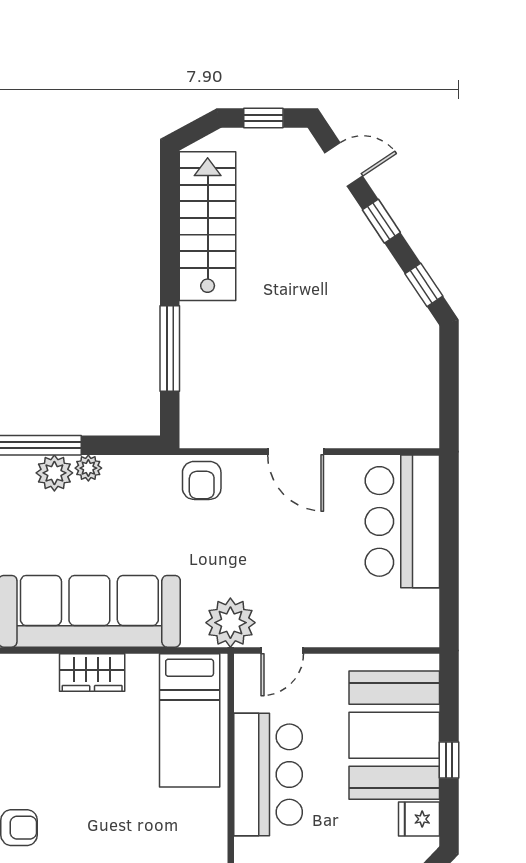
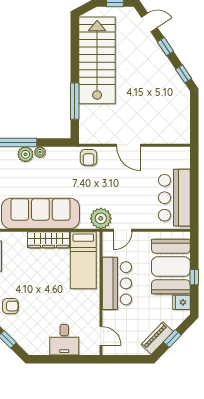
stairs: (208, 226) -> (97, 60), width x1.36, depth x1.51
bar counter: (402, 521) -> (174, 198), moved
wardrobe: (92, 673) -> (49, 240), width x1.50

